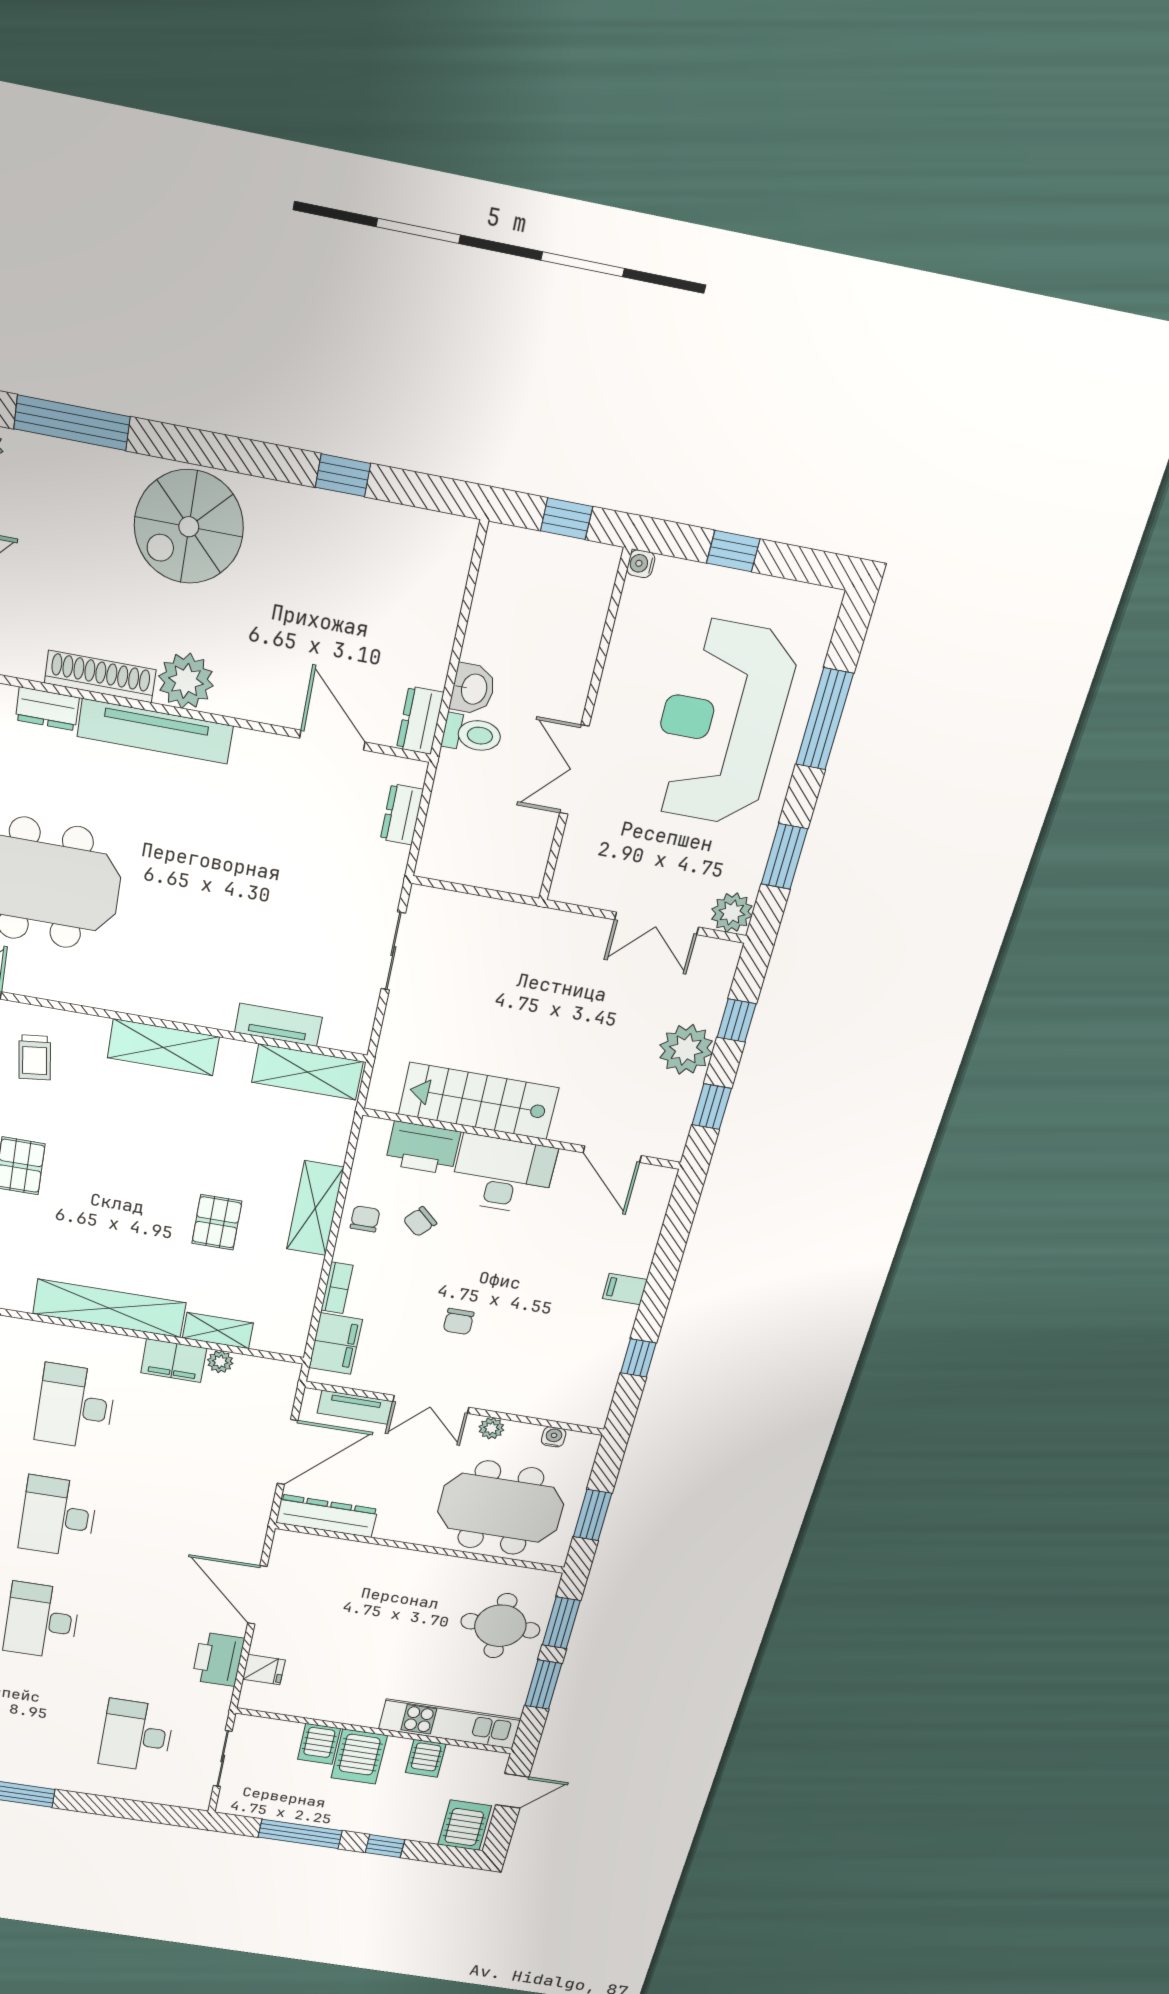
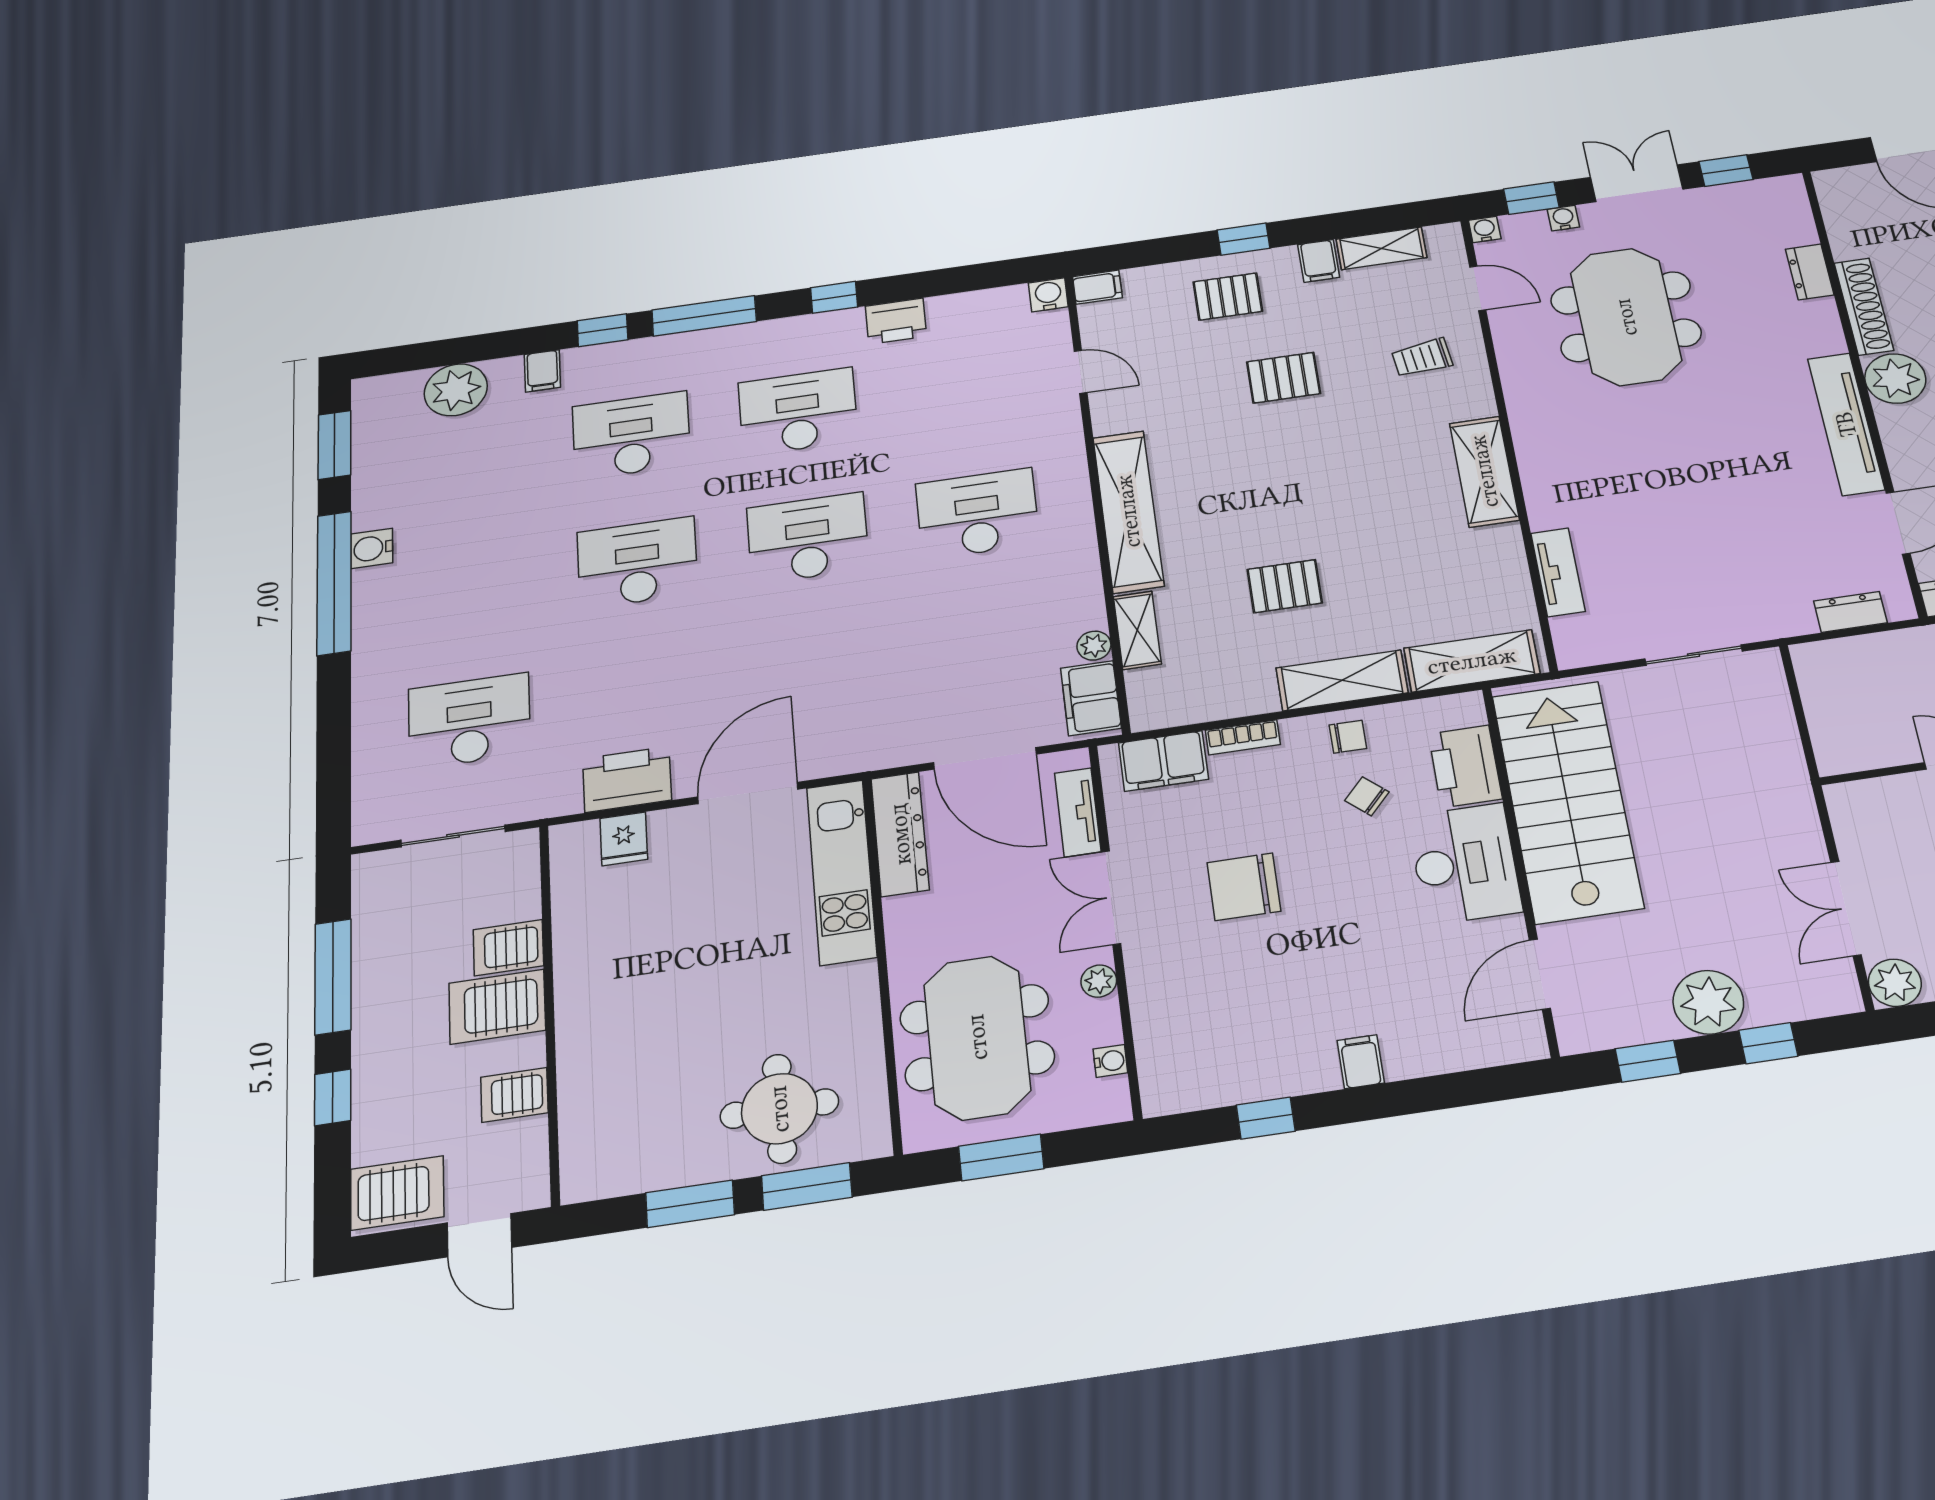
tv unit: (155, 731) -> (1846, 424), moved
shelving: (307, 1072) -> (1472, 661), moved, turned 90
stairs: (478, 1101) -> (1567, 801), width x1.36, depth x1.51
chair: (459, 1322) -> (1244, 887), width x1.87, depth x1.87
filing cabinet: (174, 1361) -> (1091, 698), moved
kitchen unit: (450, 1724) -> (842, 872), moved, turned 180

